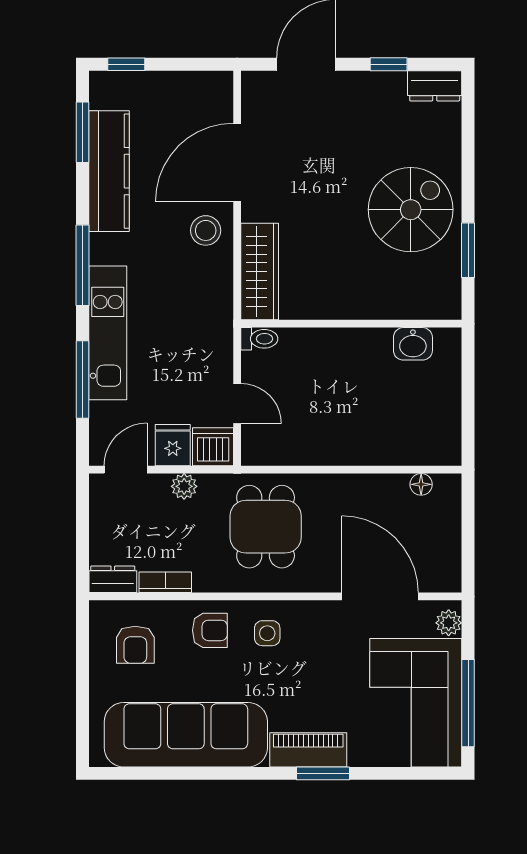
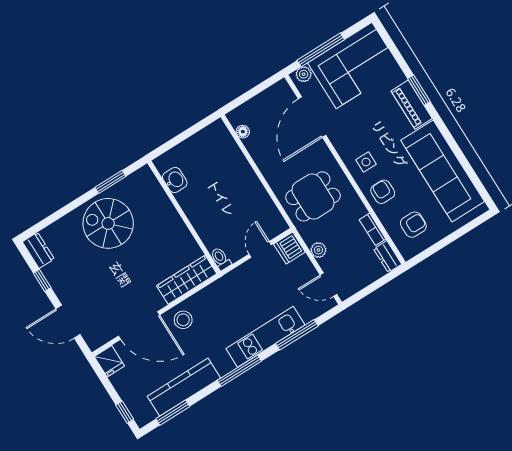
fridge: (173, 445) -> (109, 361), moved, turned -90
window: (468, 703) -> (321, 50), moved

